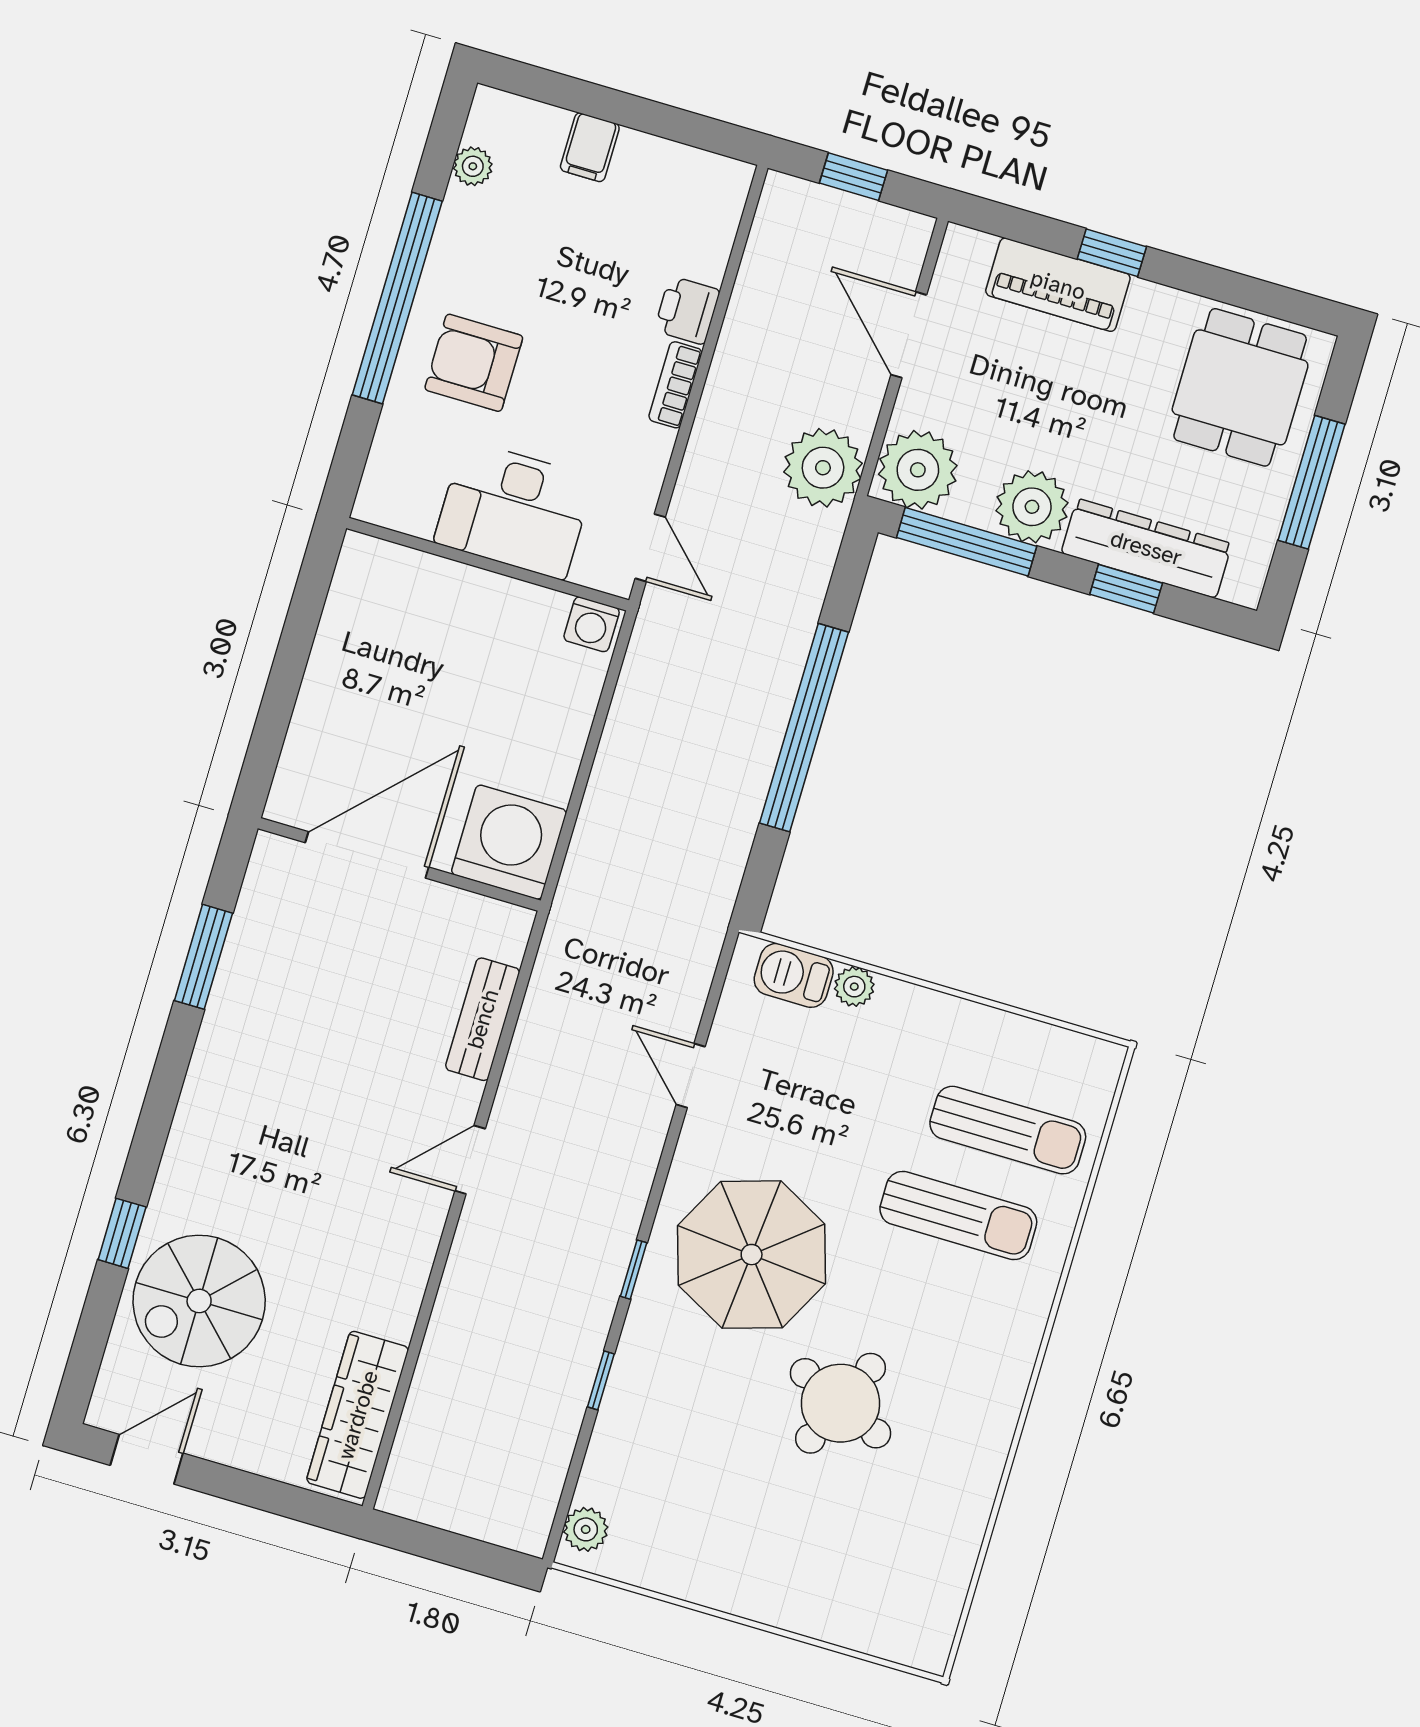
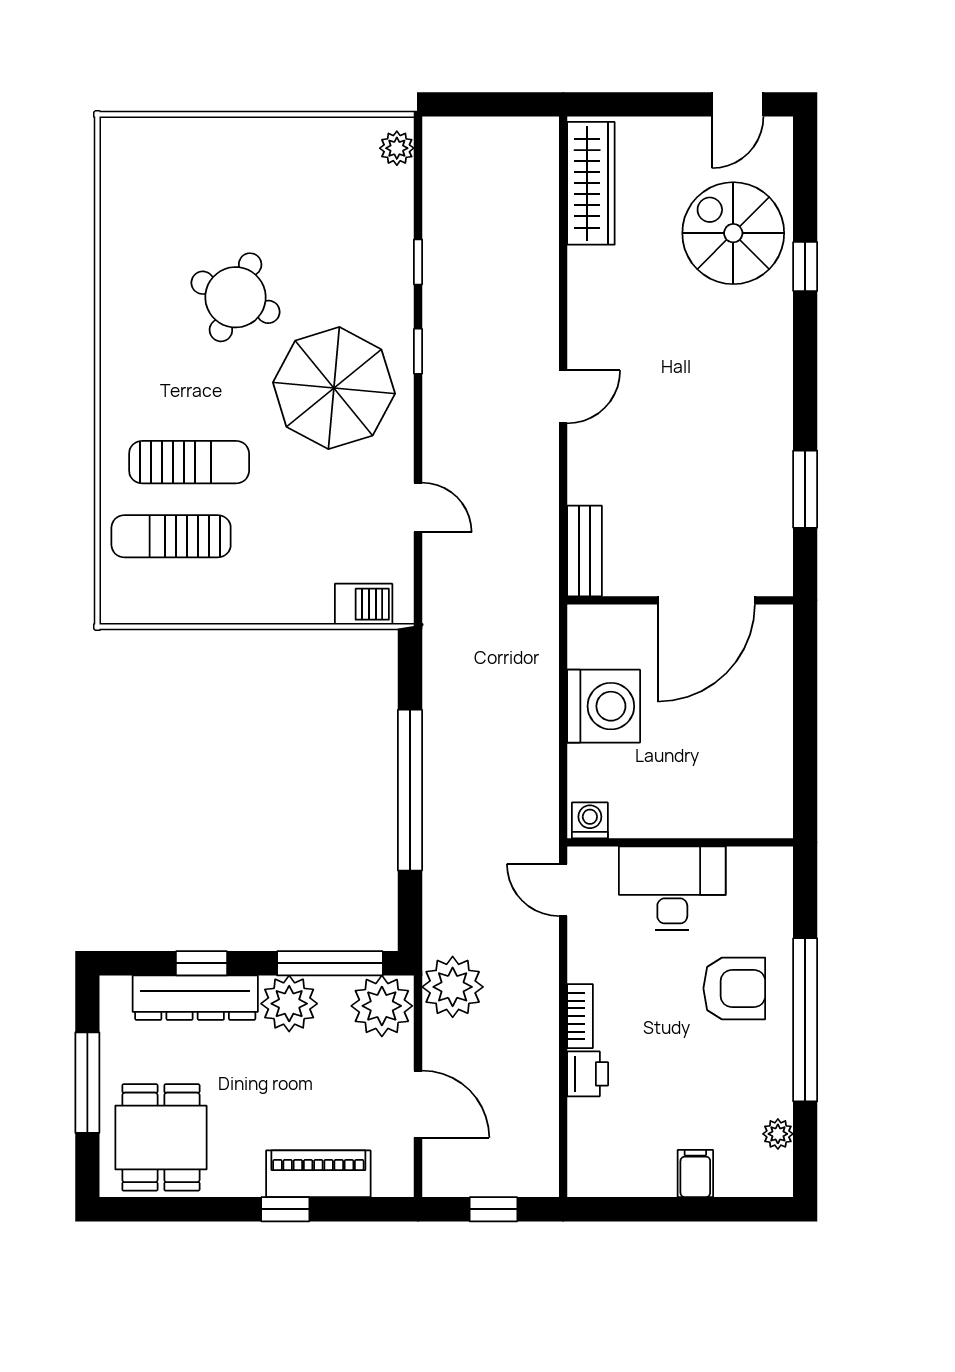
washing machine: (509, 842) -> (604, 706), moved, turned -90
plant: (854, 987) -> (316, 609), removed
bench: (483, 1019) -> (585, 551), moved
sun lounger: (958, 1216) -> (189, 462), turned 180
spiral stairs: (199, 1301) -> (733, 233), turned -90

